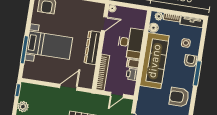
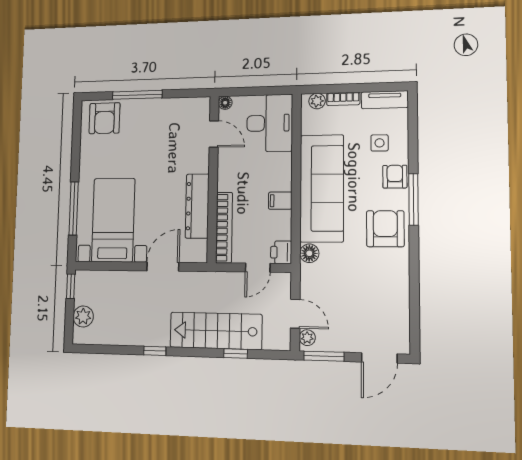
door: (104, 24) -> (214, 134), hinge flipped
floor lamp: (153, 28) -> (309, 253), moved
desk: (130, 43) -> (270, 123), moved
bed with nightstands: (49, 45) -> (113, 220), moved, turned -90
dresser: (92, 48) -> (197, 206), moved
printer: (132, 74) -> (281, 252), moved
armchair: (179, 97) -> (385, 229), moved, turned 90

